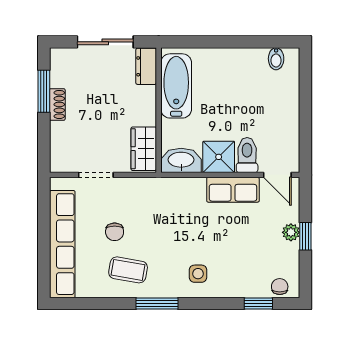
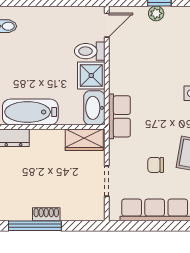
window: (44, 91) -> (35, 226), width x1.44
row of seats: (233, 190) -> (119, 116), moved
chair: (115, 232) -> (156, 165), turned 180

